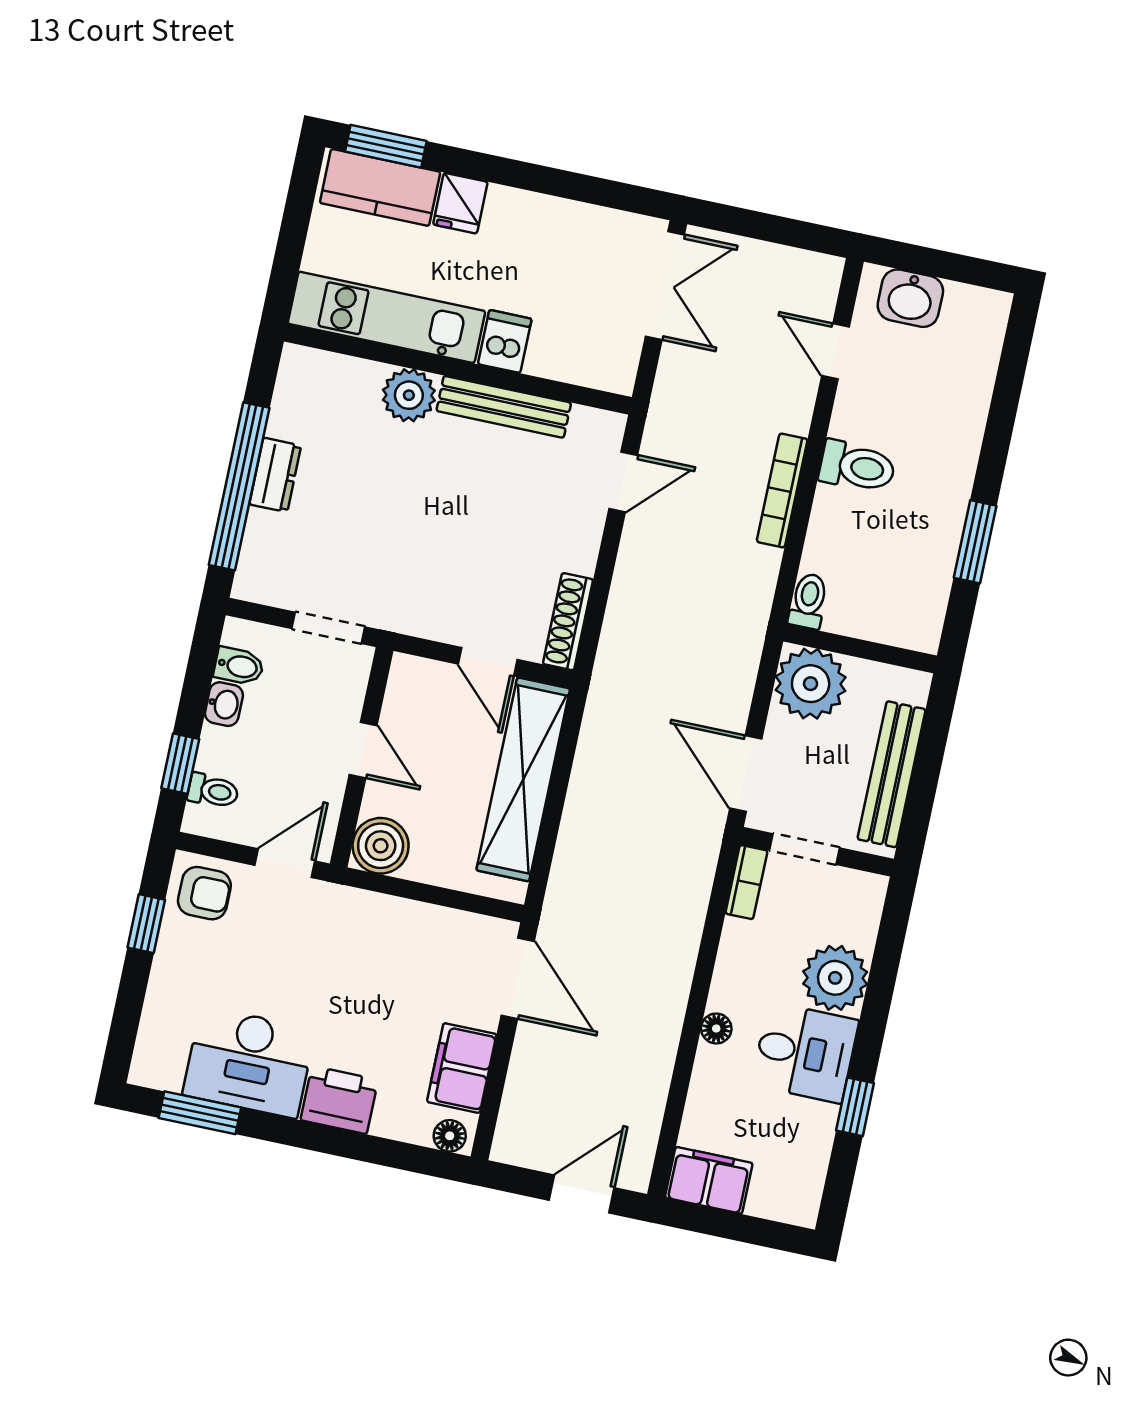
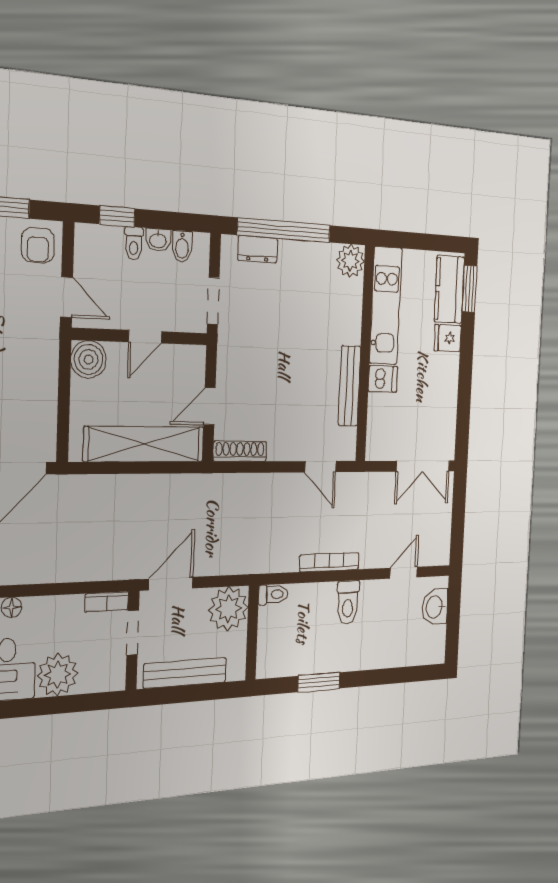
plant: (409, 395) -> (350, 261), moved
dresser: (275, 475) -> (257, 249), moved
toilet: (213, 791) -> (134, 243), moved

